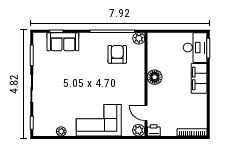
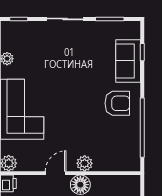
plant: (139, 38) -> (85, 163), moved
armchair: (117, 54) -> (117, 103), moved
door: (146, 113) -> (56, 173), moved

